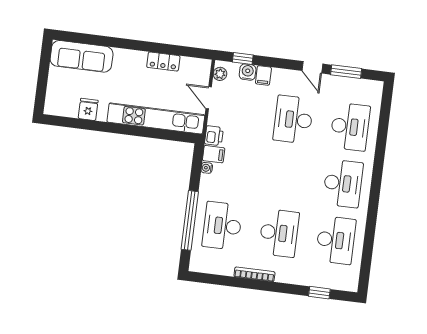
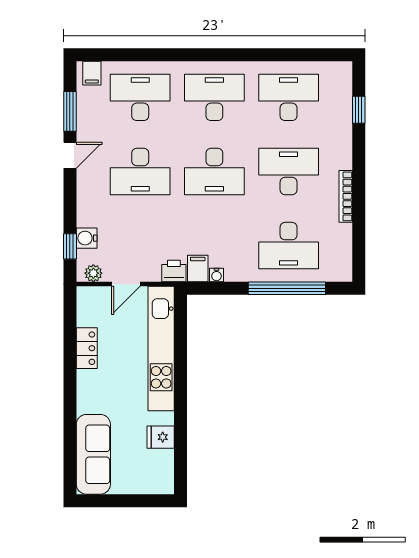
filing cabinet: (263, 75) -> (92, 73), moved, turned 90
desk: (286, 176) -> (214, 171), added

